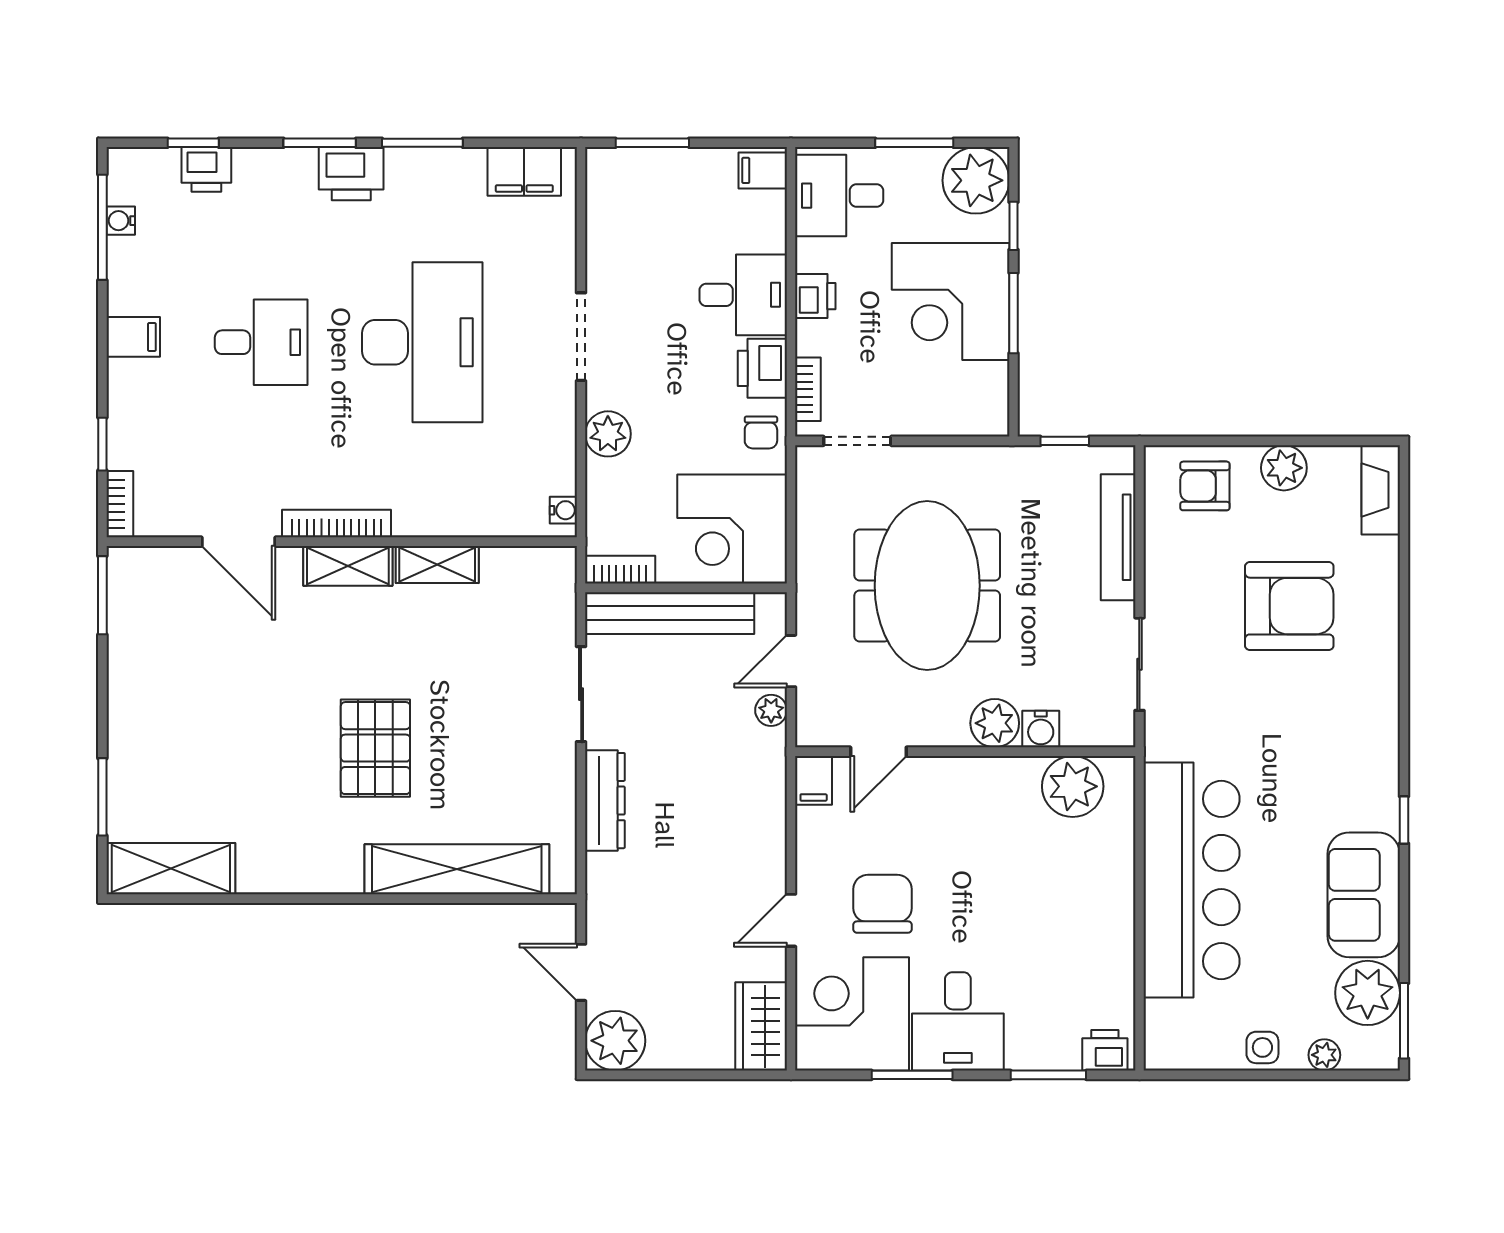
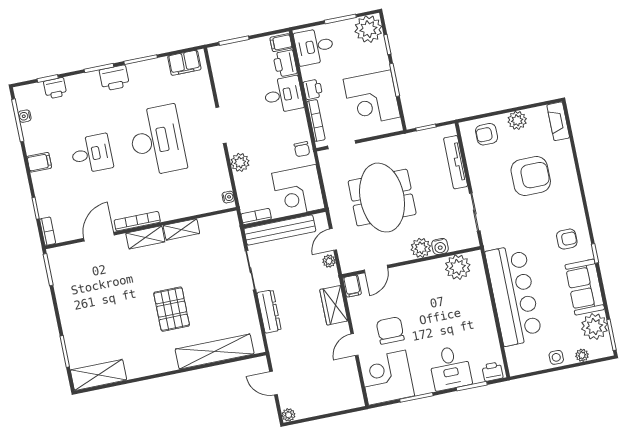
corner desk: (951, 302) -> (372, 98), moved
printer: (762, 368) -> (285, 63), moved
bookcase: (808, 389) -> (316, 121), width x1.56
door: (239, 542) -> (99, 237), swing flipped
armchair: (1344, 773) -> (567, 239), added
desk: (958, 1021) -> (450, 368), moved
wardrobe: (761, 1026) -> (334, 305), moved
plant: (615, 1041) -> (289, 415), width x0.53, depth x0.53

